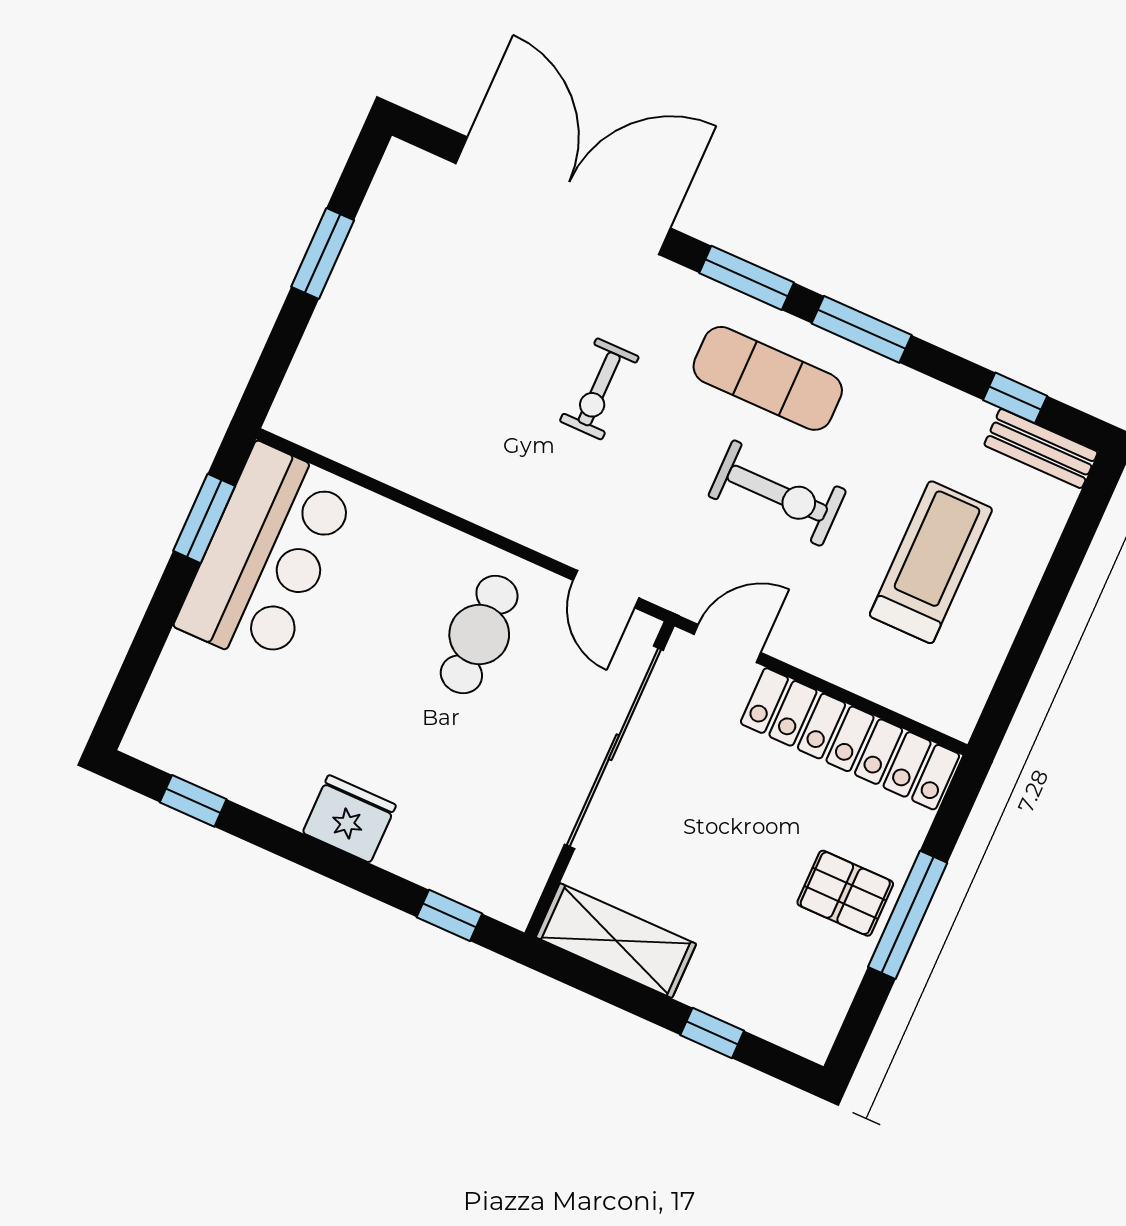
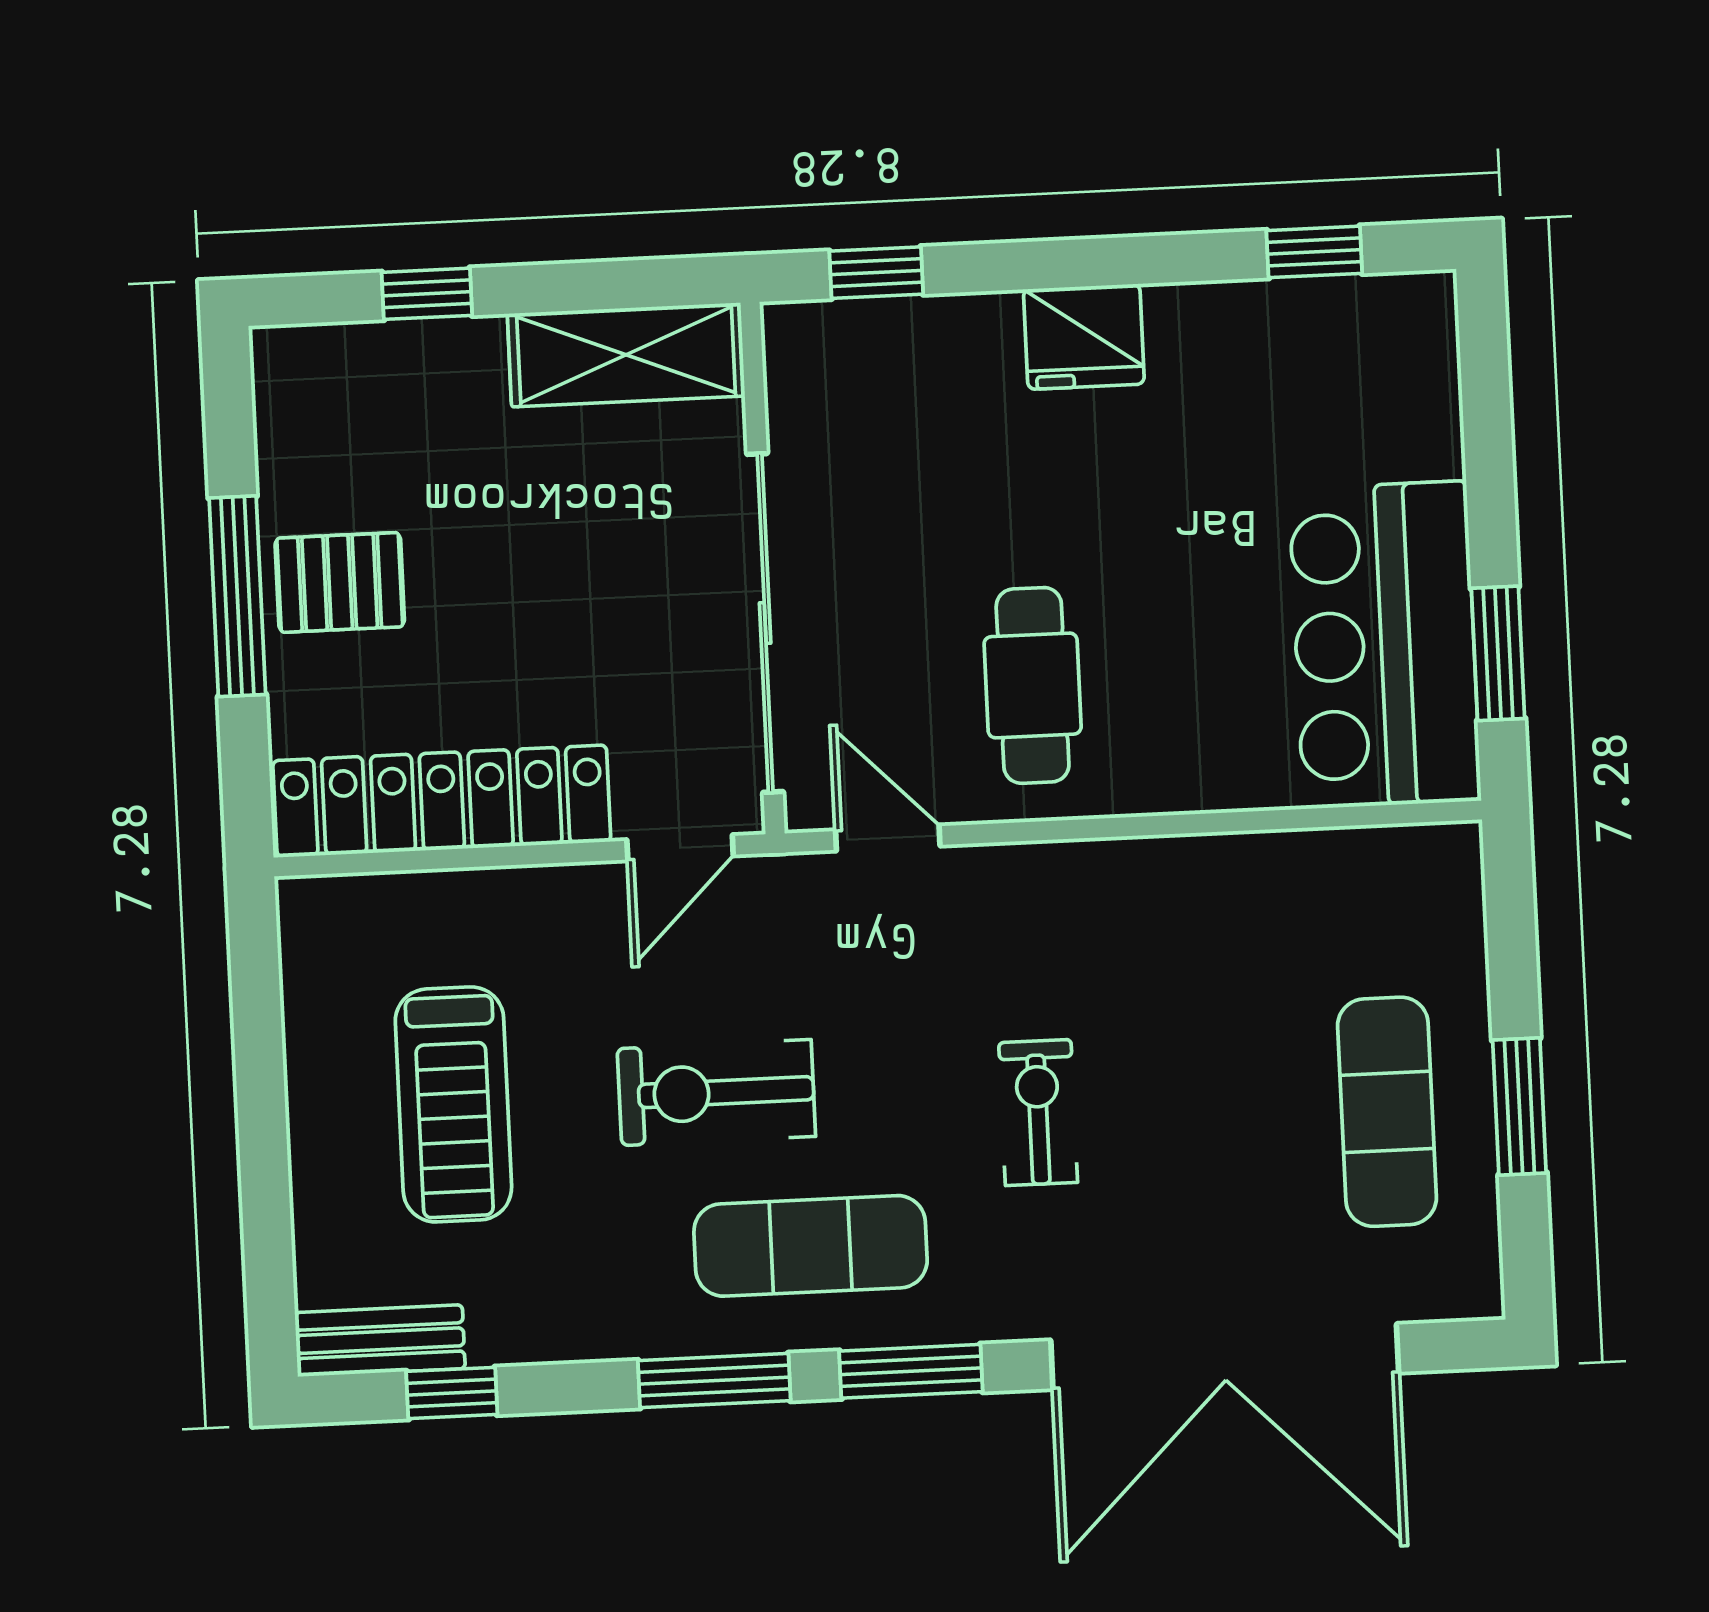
exercise mat: (400, 289) -> (1387, 1112), added

